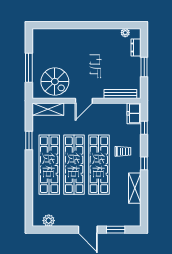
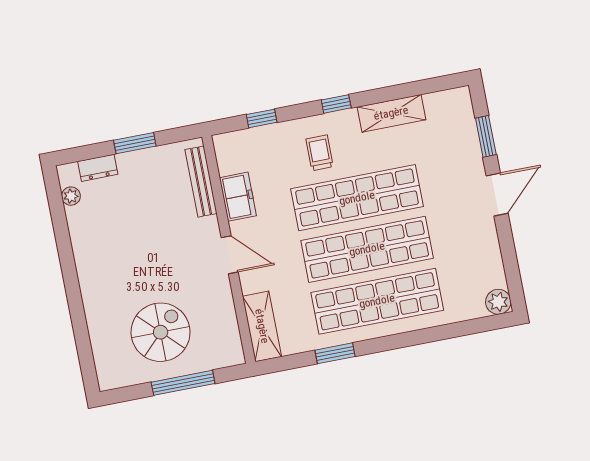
spiral stairs: (55, 82) -> (161, 332), moved
freezer: (134, 113) -> (238, 197), moved, turned -90
plant: (49, 221) -> (498, 302), moved

